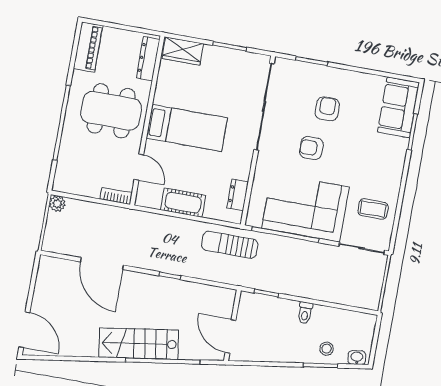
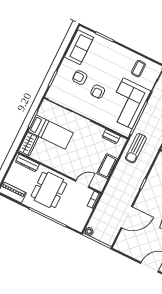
sofa: (398, 107) -> (79, 47), moved, turned -90
bed: (187, 128) -> (51, 132), moved, turned 90

